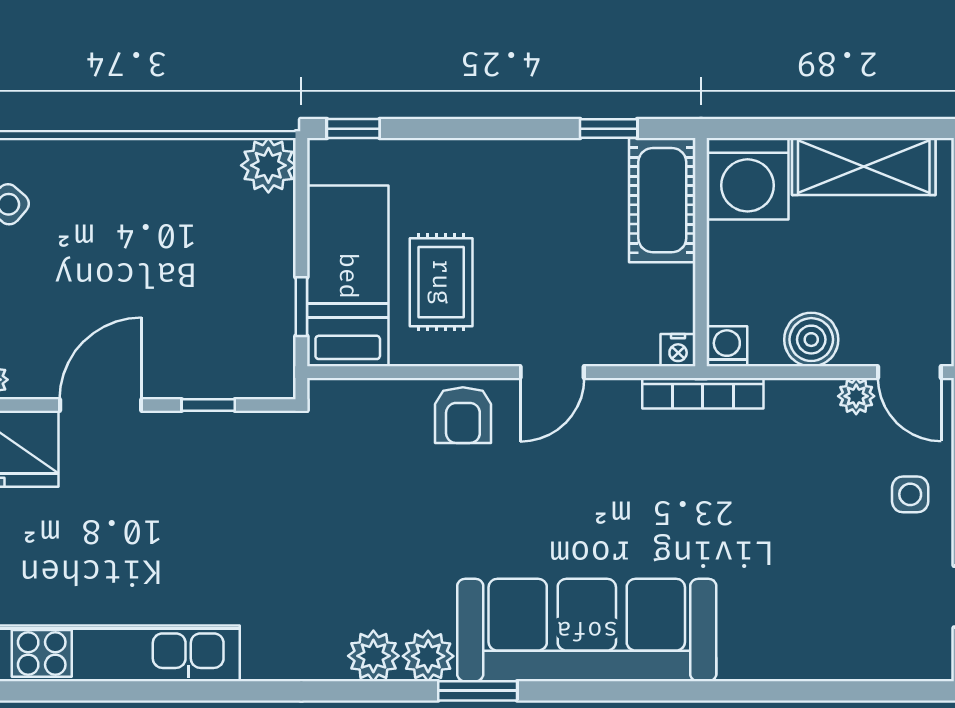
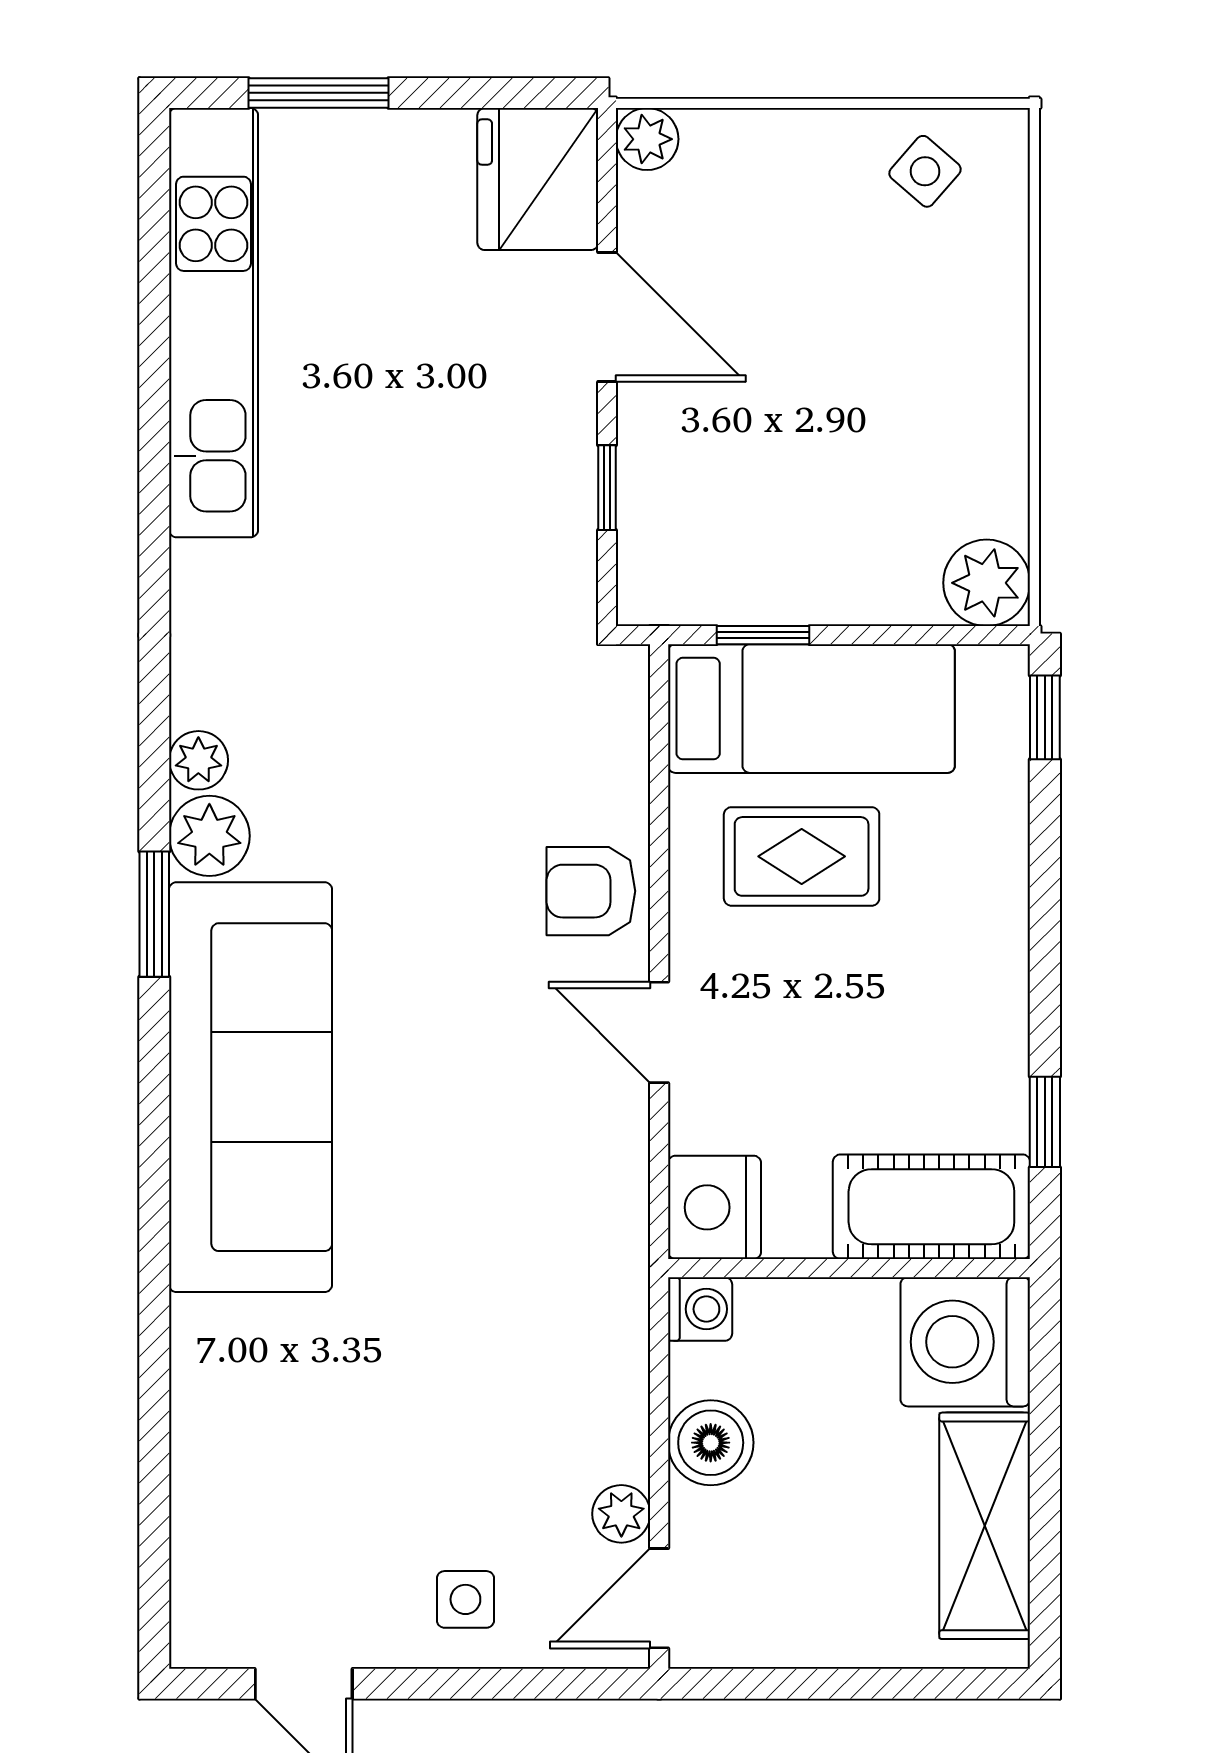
nightstand: (678, 350) -> (715, 1207), width x1.89, depth x1.79
bookcase: (703, 393) -> (626, 1271), removed
plant: (373, 656) -> (198, 760), width x0.73, depth x0.73

